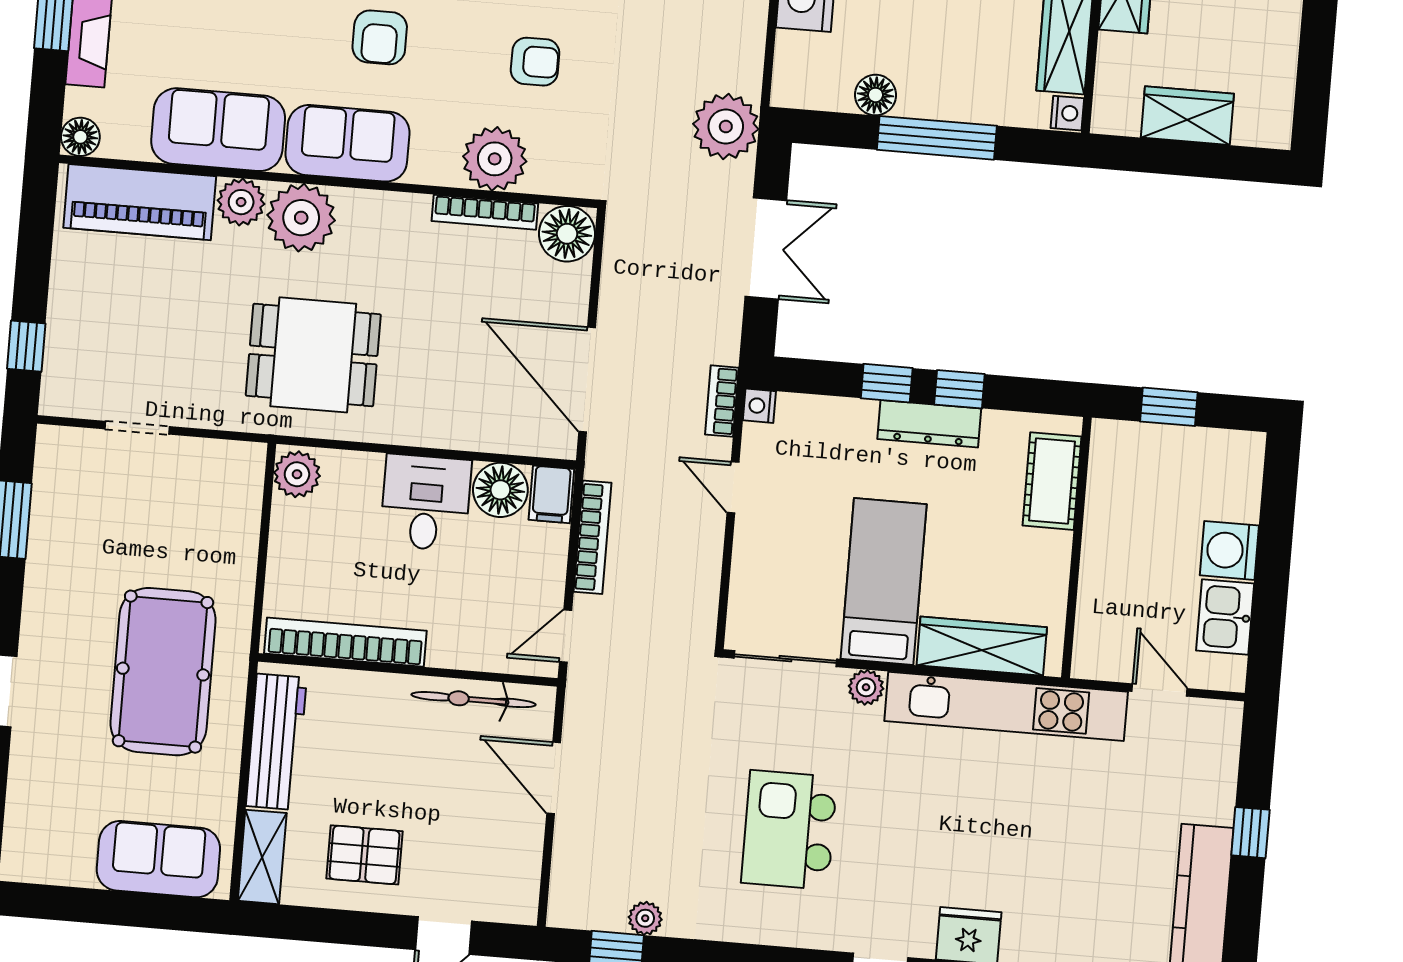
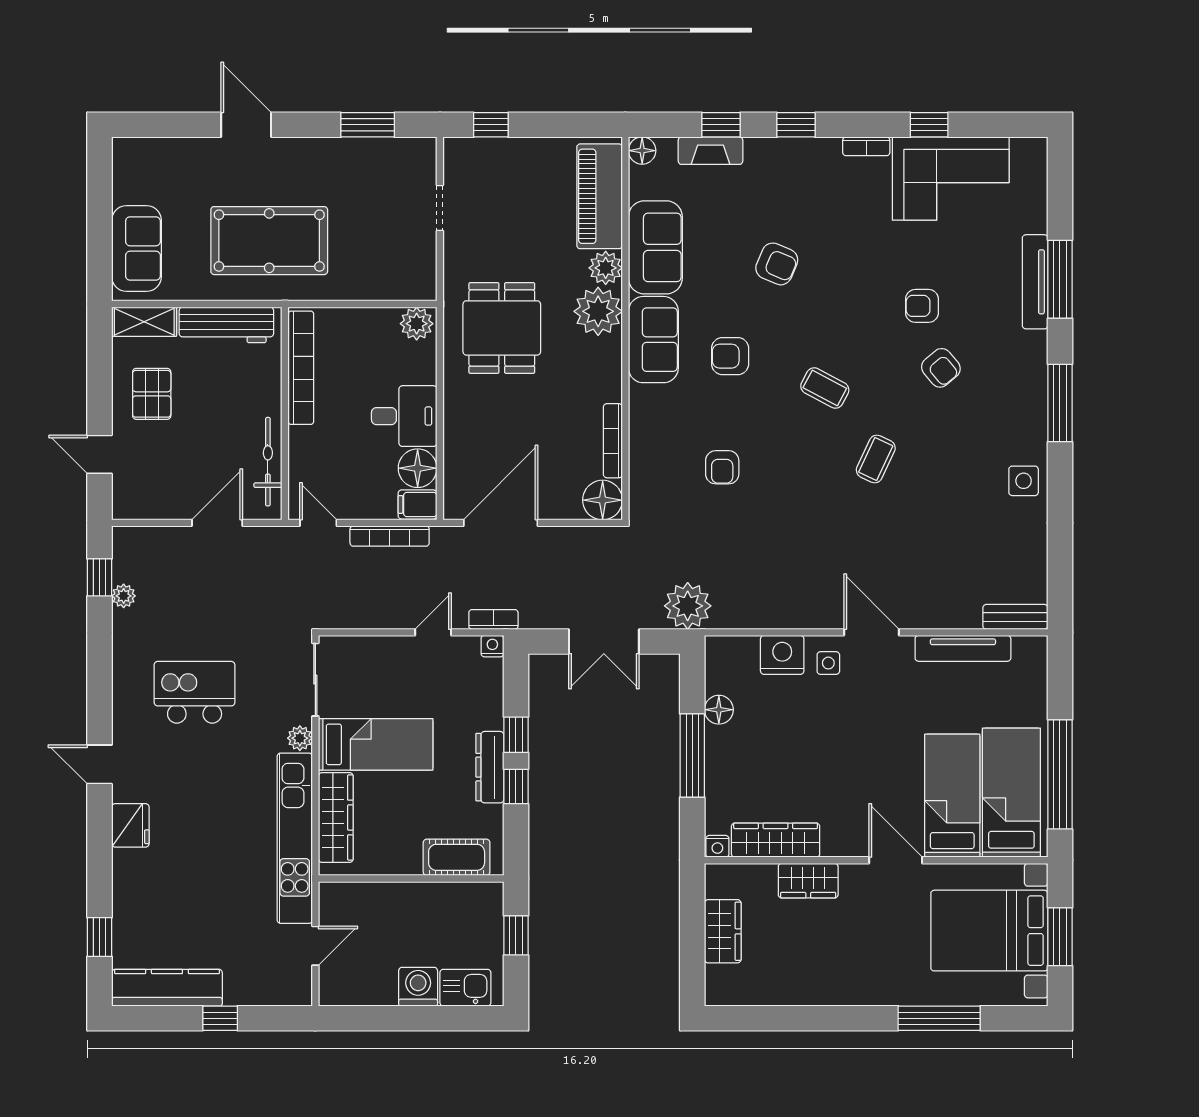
plant: (495, 159) -> (651, 444), removed
kitchen sink: (1225, 617) -> (465, 988), moved

